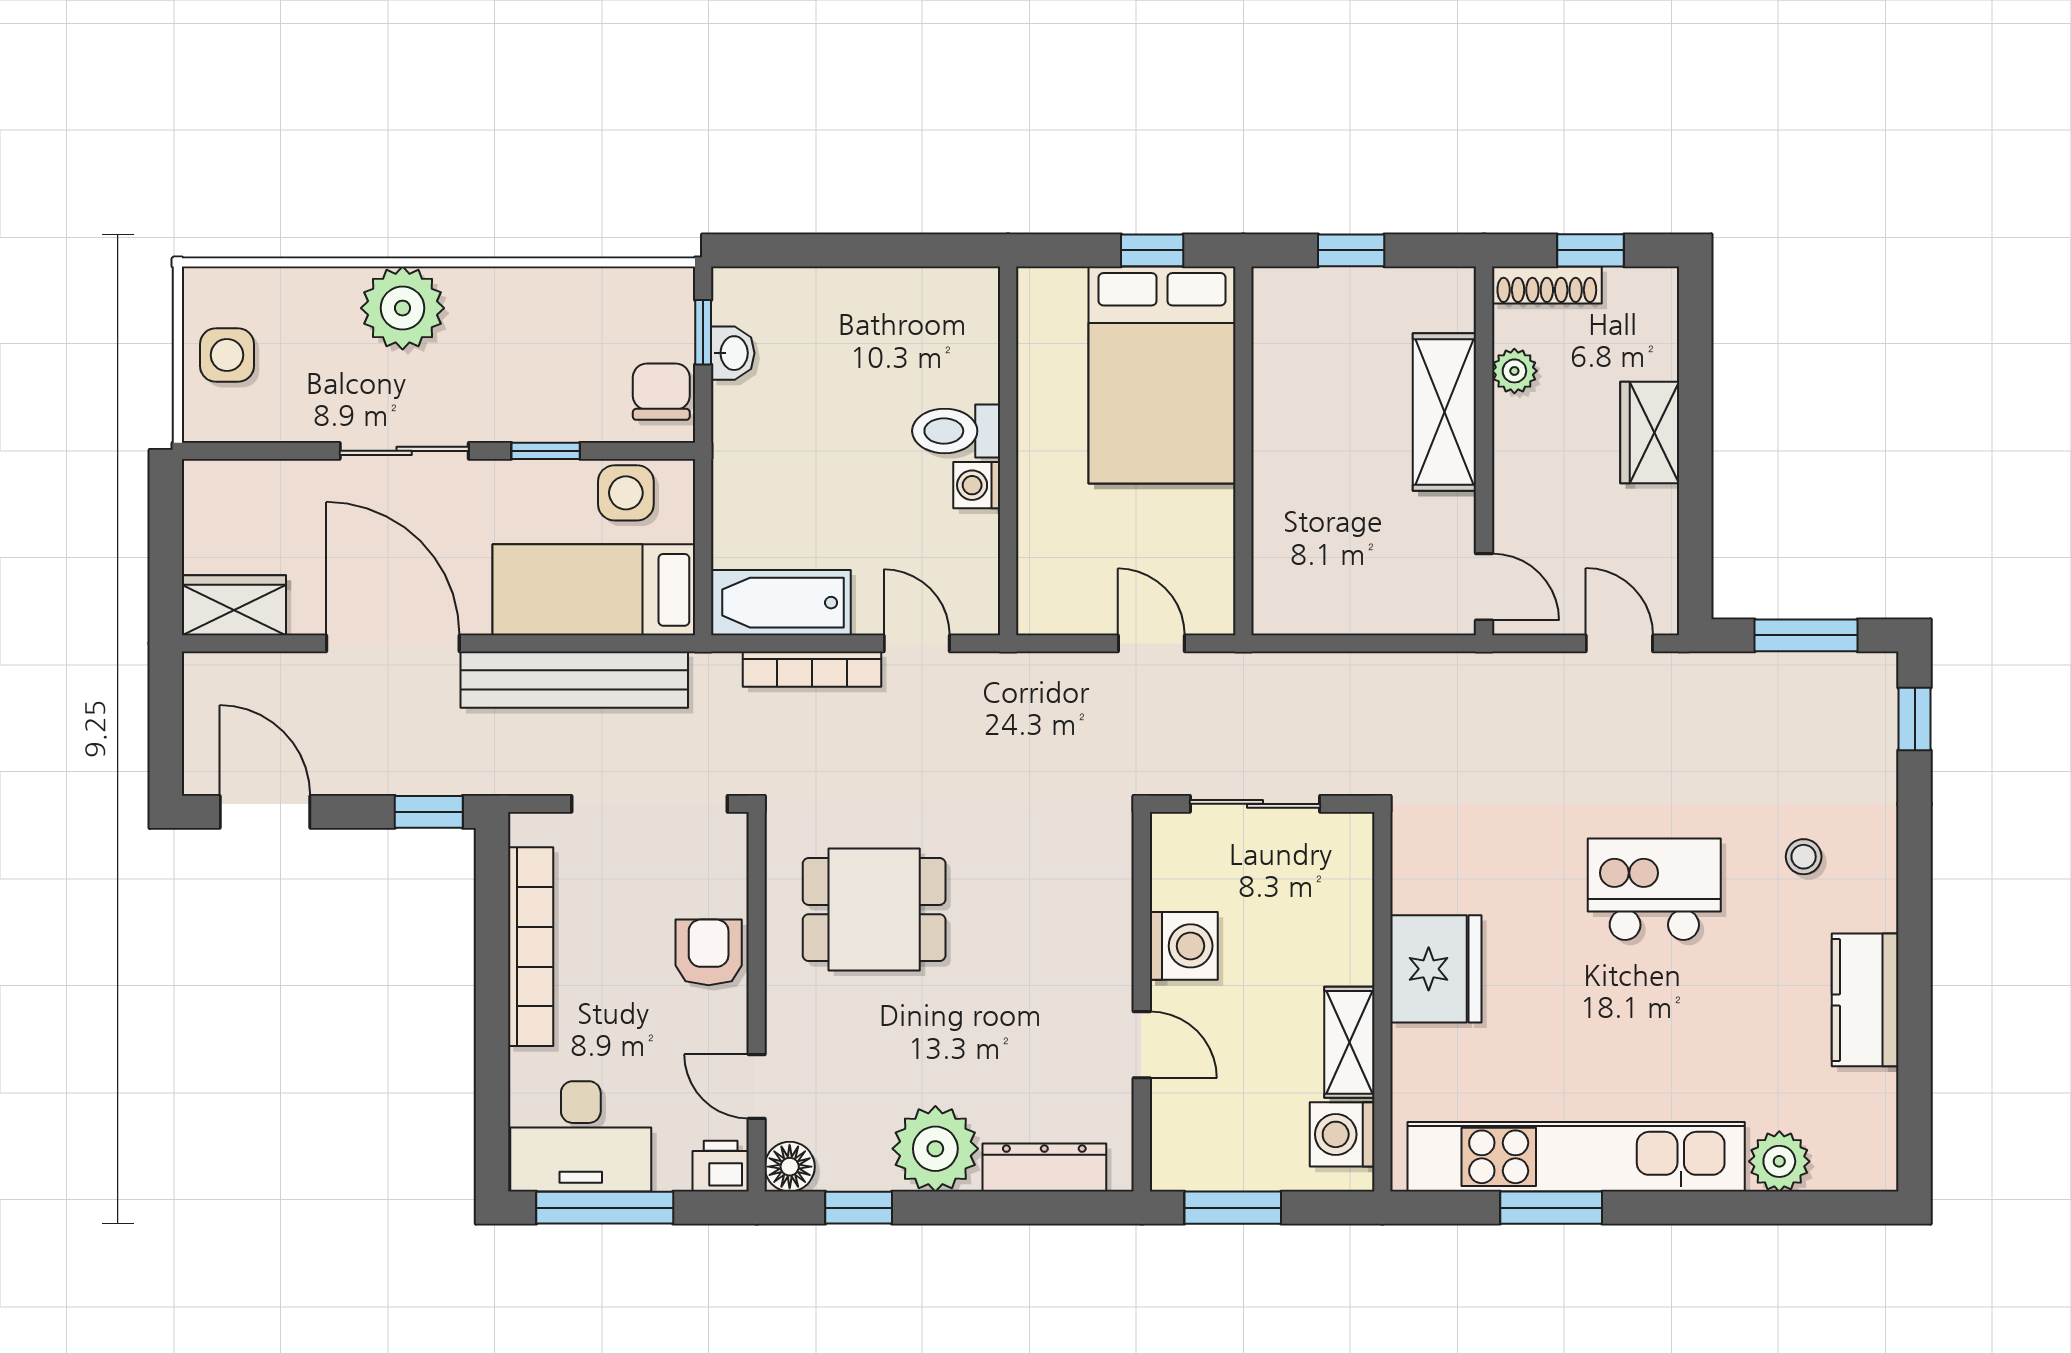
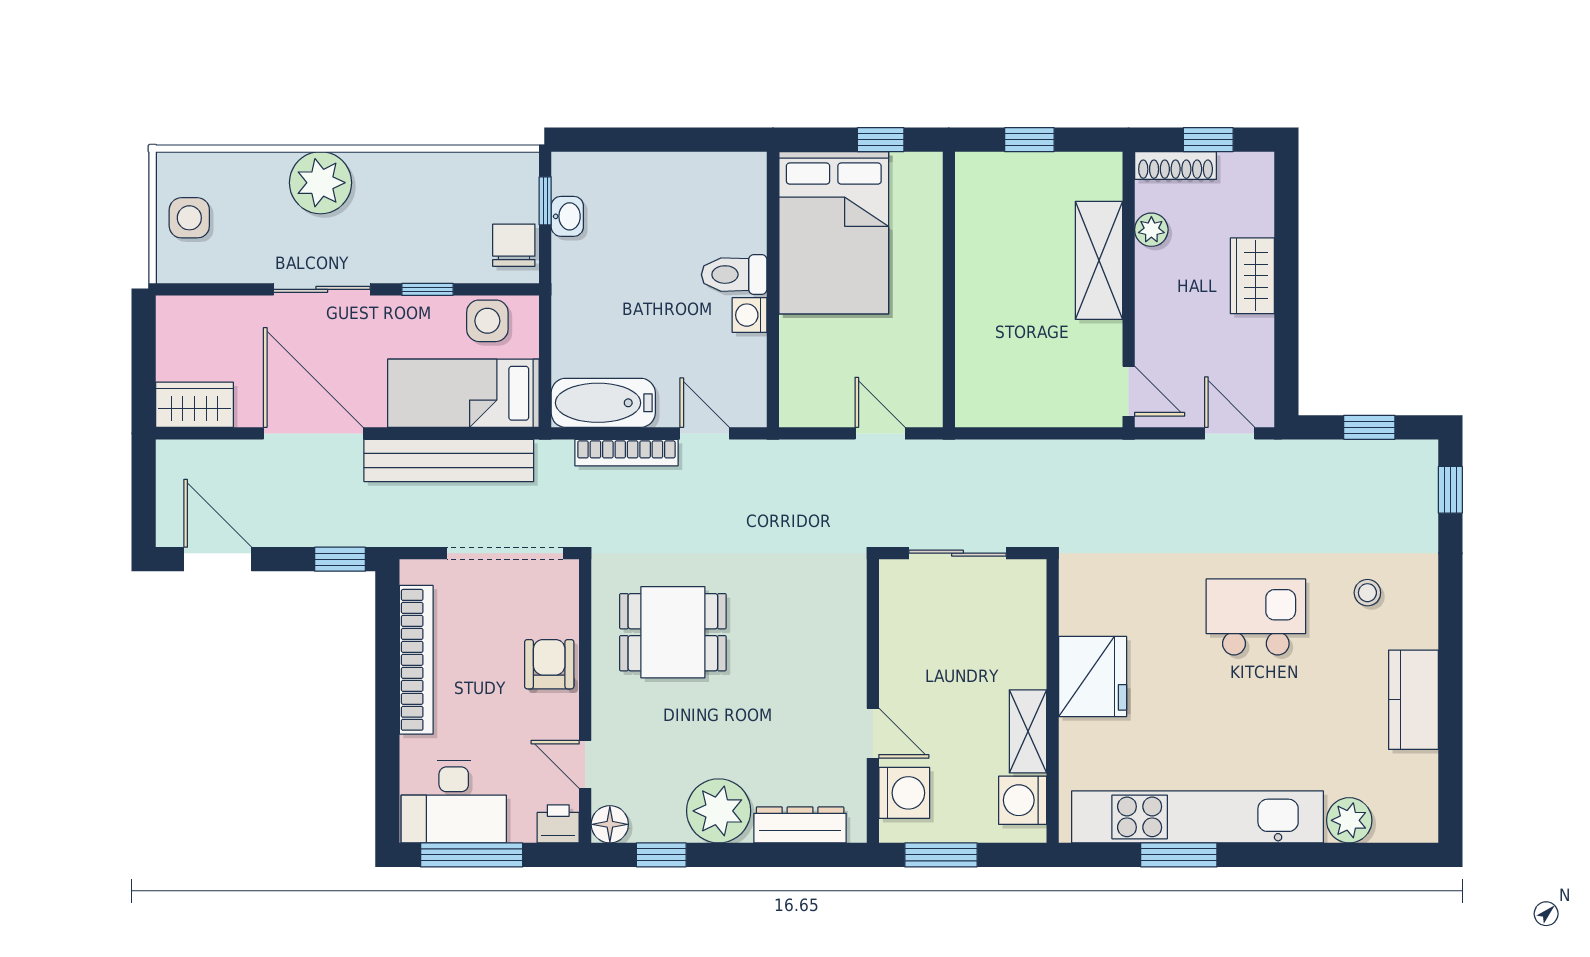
bed: (1162, 375) -> (834, 233), moved
window: (1806, 635) -> (1369, 427), width x0.67
washing machine: (1184, 946) -> (904, 793), moved

